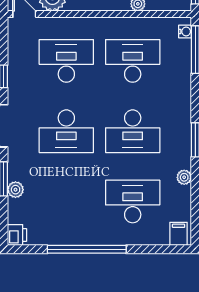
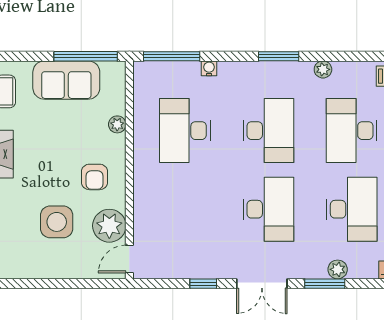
water cooler: (185, 32) -> (209, 68), moved
desk: (66, 61) -> (352, 209), moved, turned 180

